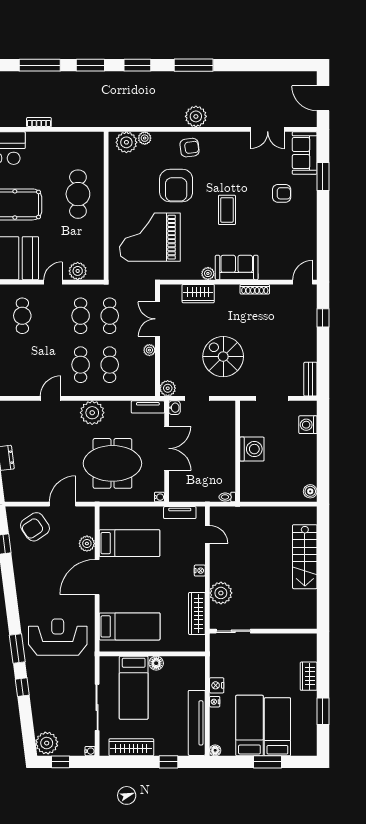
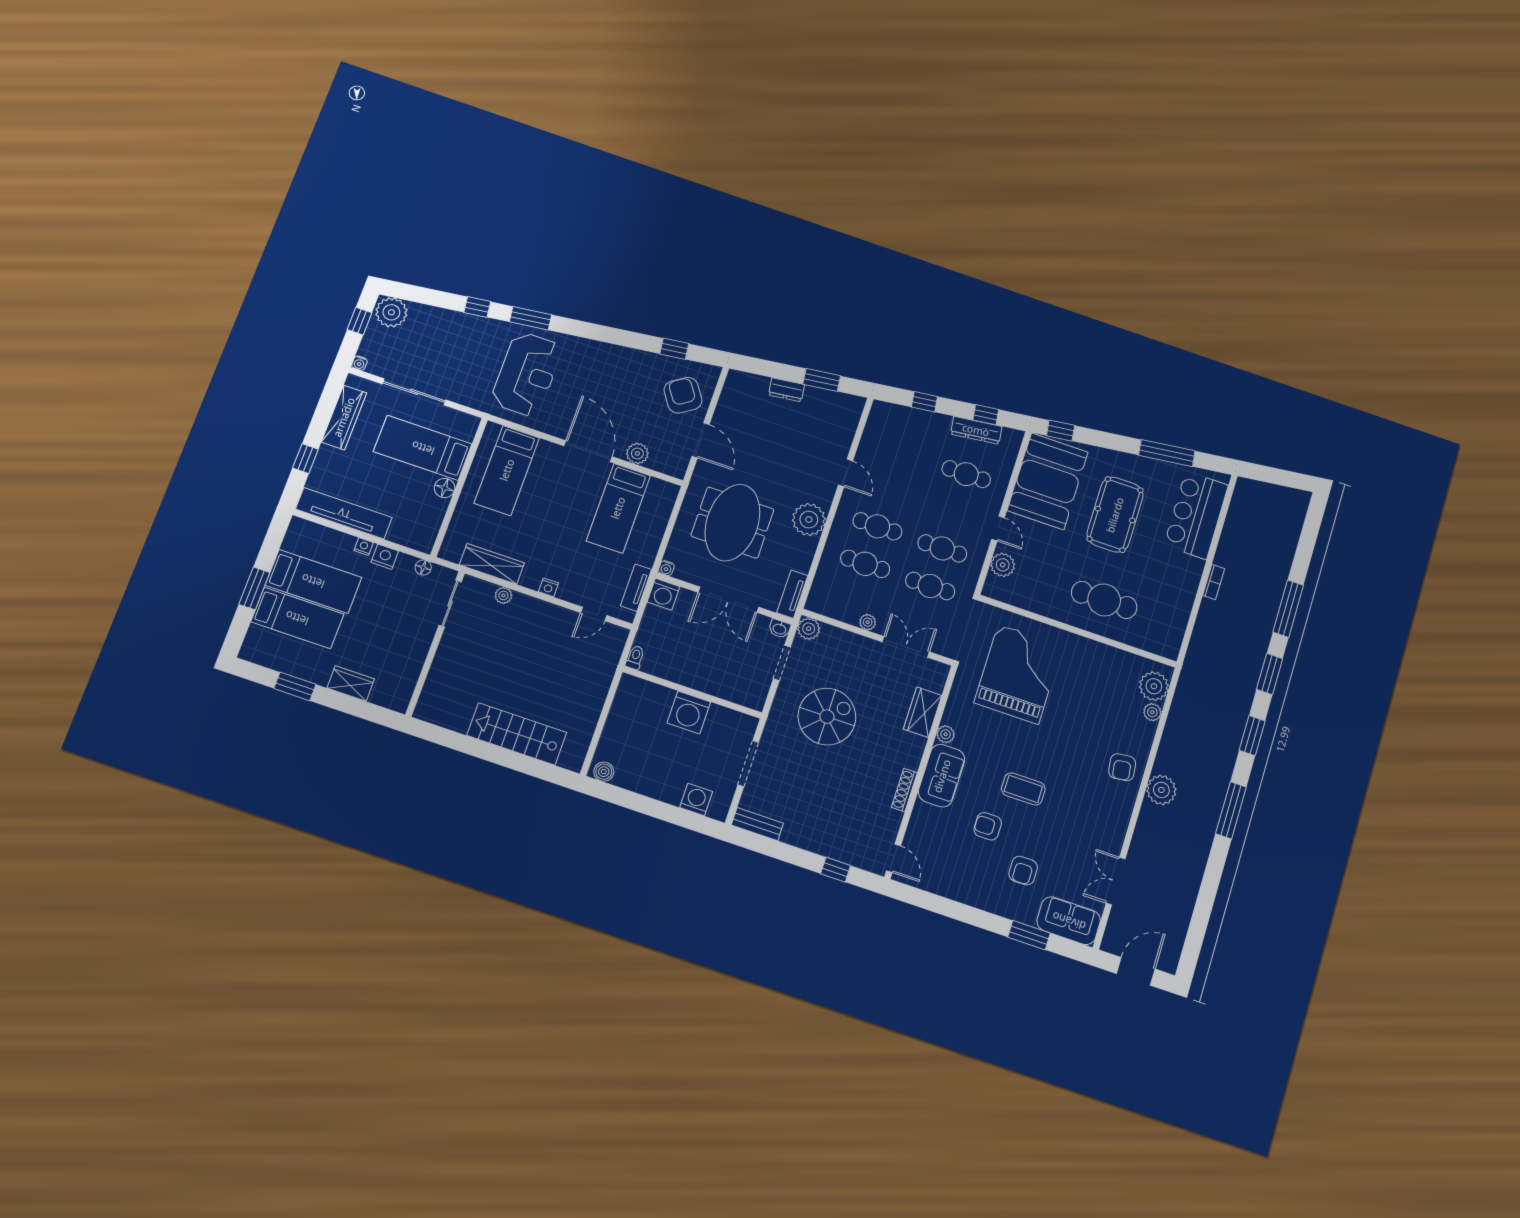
armchair: (176, 186) -> (988, 826), moved, width x0.53, depth x0.53
washing machine: (178, 493) -> (663, 594), added
plant: (221, 593) -> (503, 595), width x0.53, depth x0.53
floor lamp: (215, 750) -> (423, 567), moved

